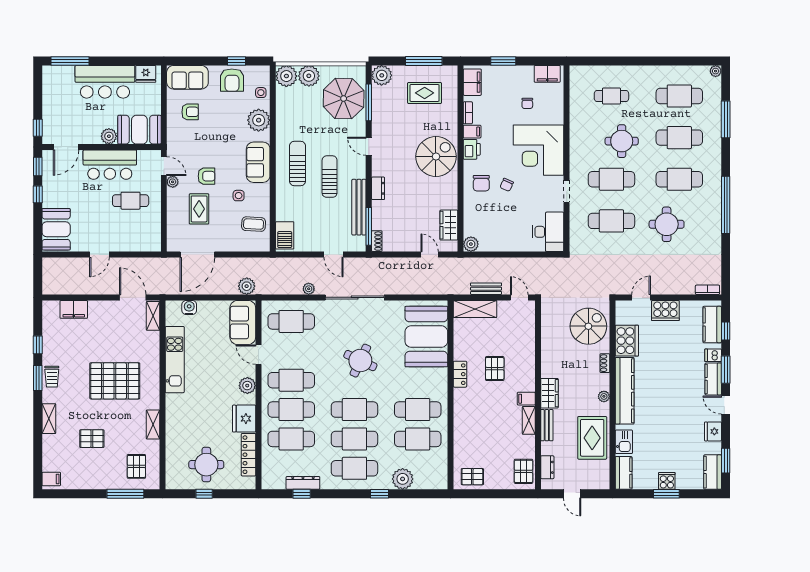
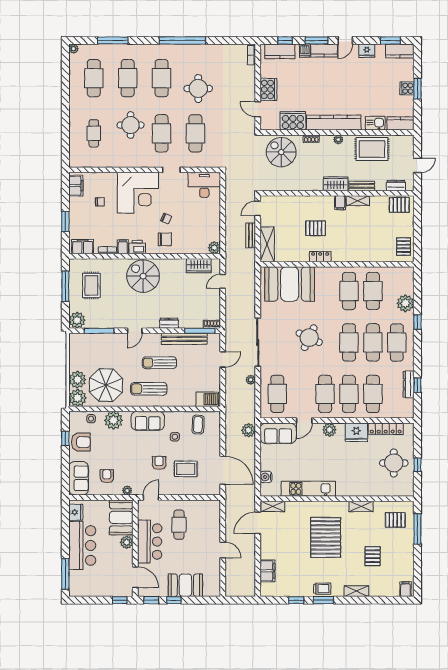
parasol: (344, 99) -> (106, 385), moved
plant: (173, 182) -> (127, 490), moved
booth: (56, 229) -> (185, 585), moved

